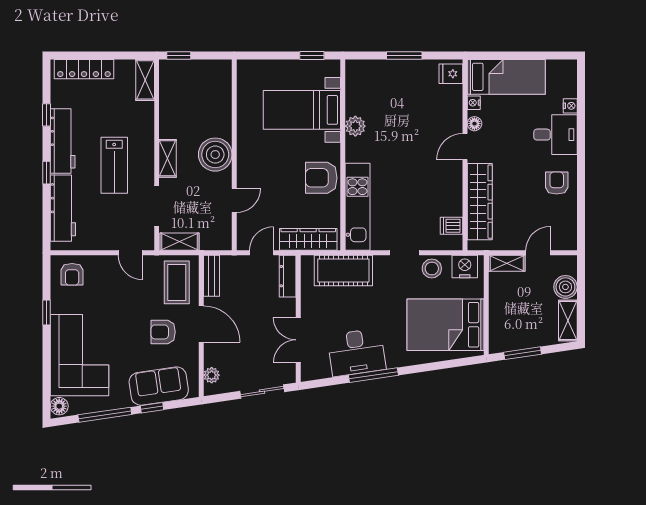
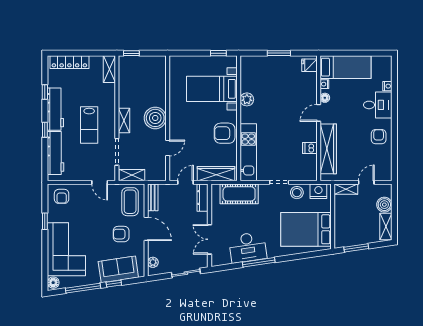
dishwasher: (452, 226) -> (310, 148), moved

